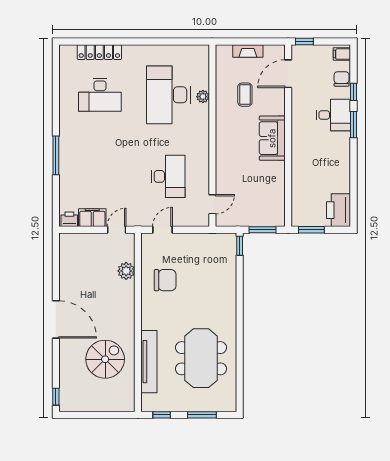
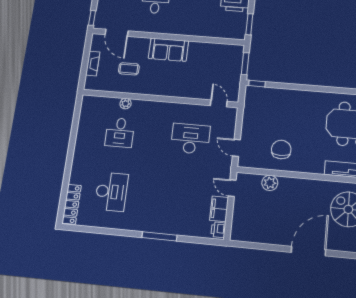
locker: (99, 52) -> (72, 204), moved
desk: (168, 95) -> (120, 133), width x0.53, depth x0.77

